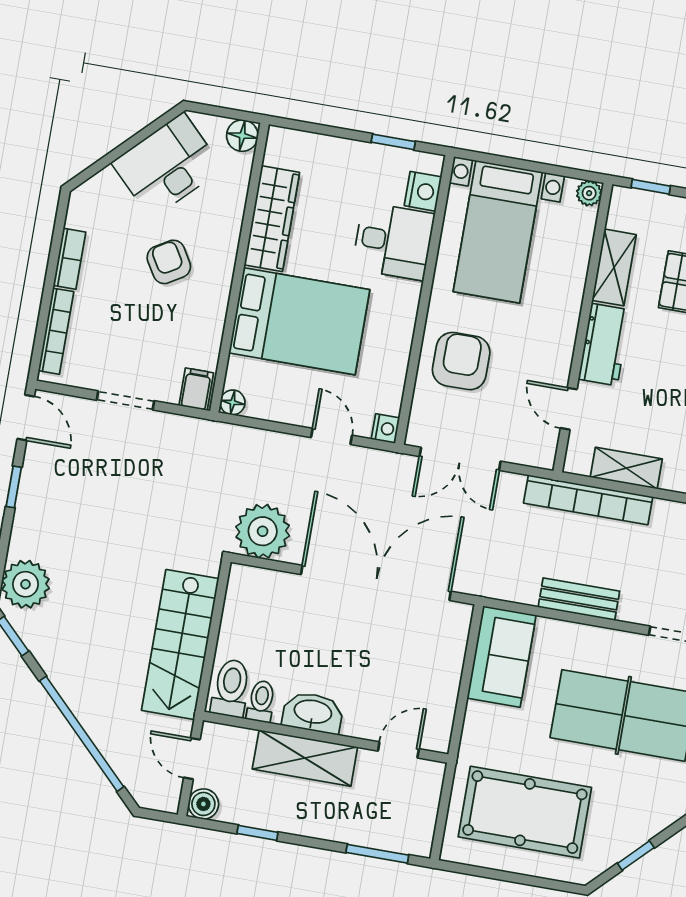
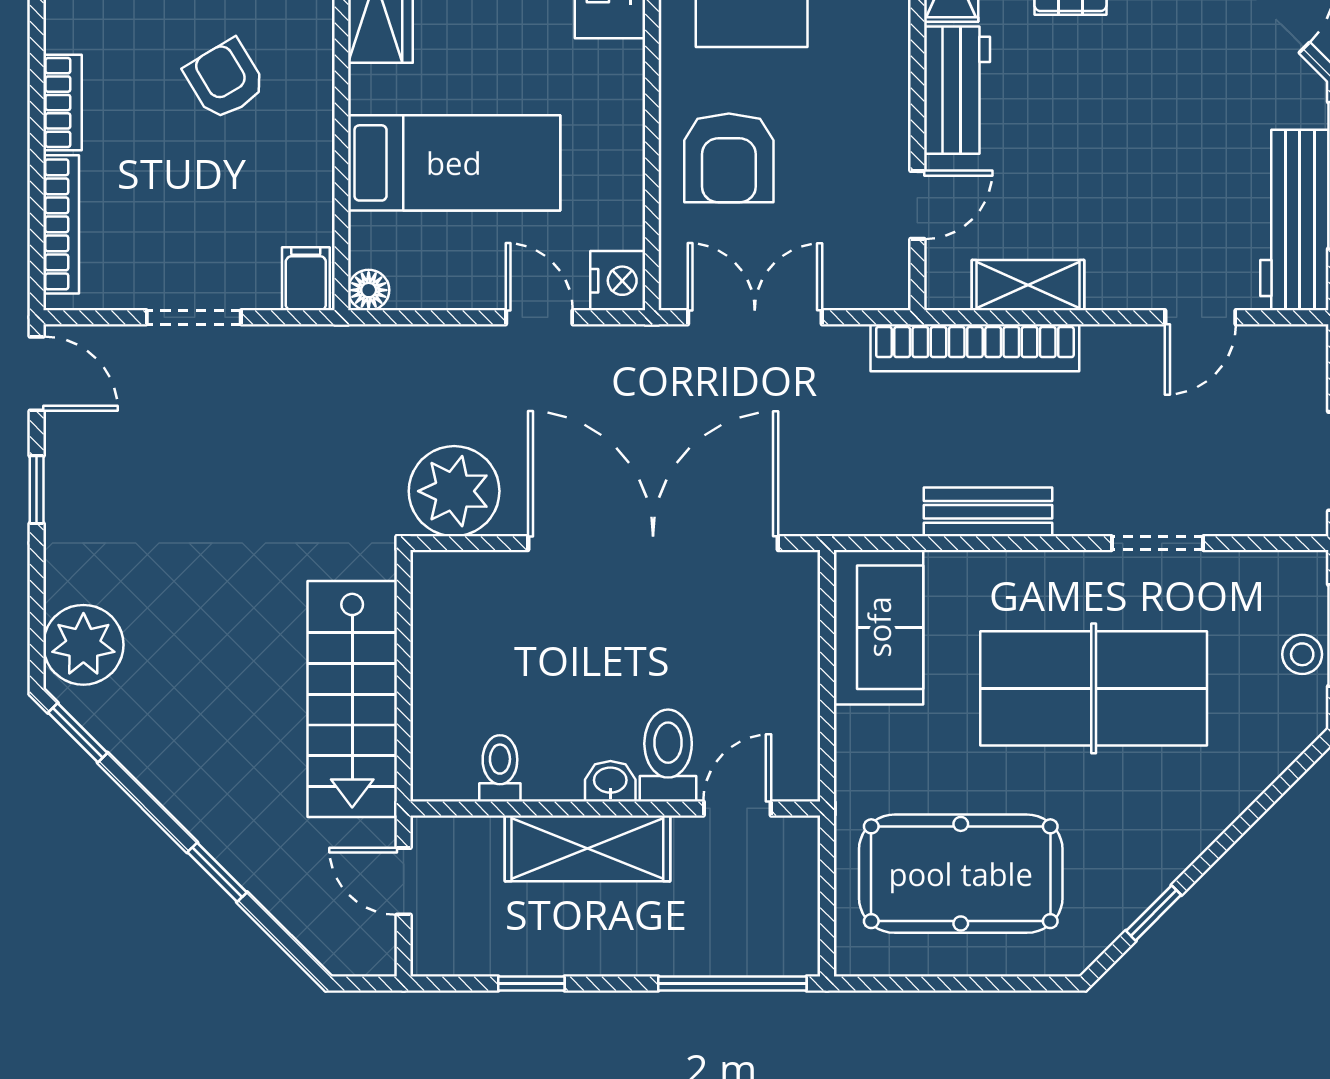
bed: (299, 321) -> (454, 163), width x0.67
armchair: (461, 361) -> (729, 158), turned 180
door: (569, 409) -> (917, 205), swing flipped
nightstand: (386, 428) -> (618, 281), width x1.39, depth x1.35
double door: (460, 459) -> (755, 317), swing flipped
toilet: (231, 688) -> (668, 756), moved
washbasin: (313, 713) -> (610, 781), width x0.52, depth x0.69
window: (82, 734) -> (217, 872), width x0.32
boiler: (203, 804) -> (435, 952), removed
window: (377, 854) -> (732, 984), width x1.44

